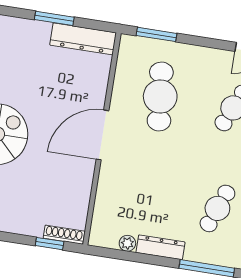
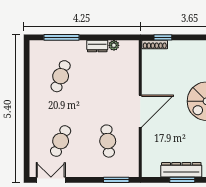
dresser: (83, 39) -> (181, 170), moved
cafe table: (160, 97) -> (108, 141), width x0.73, depth x0.74
dresser: (160, 247) -> (97, 46), width x0.70

